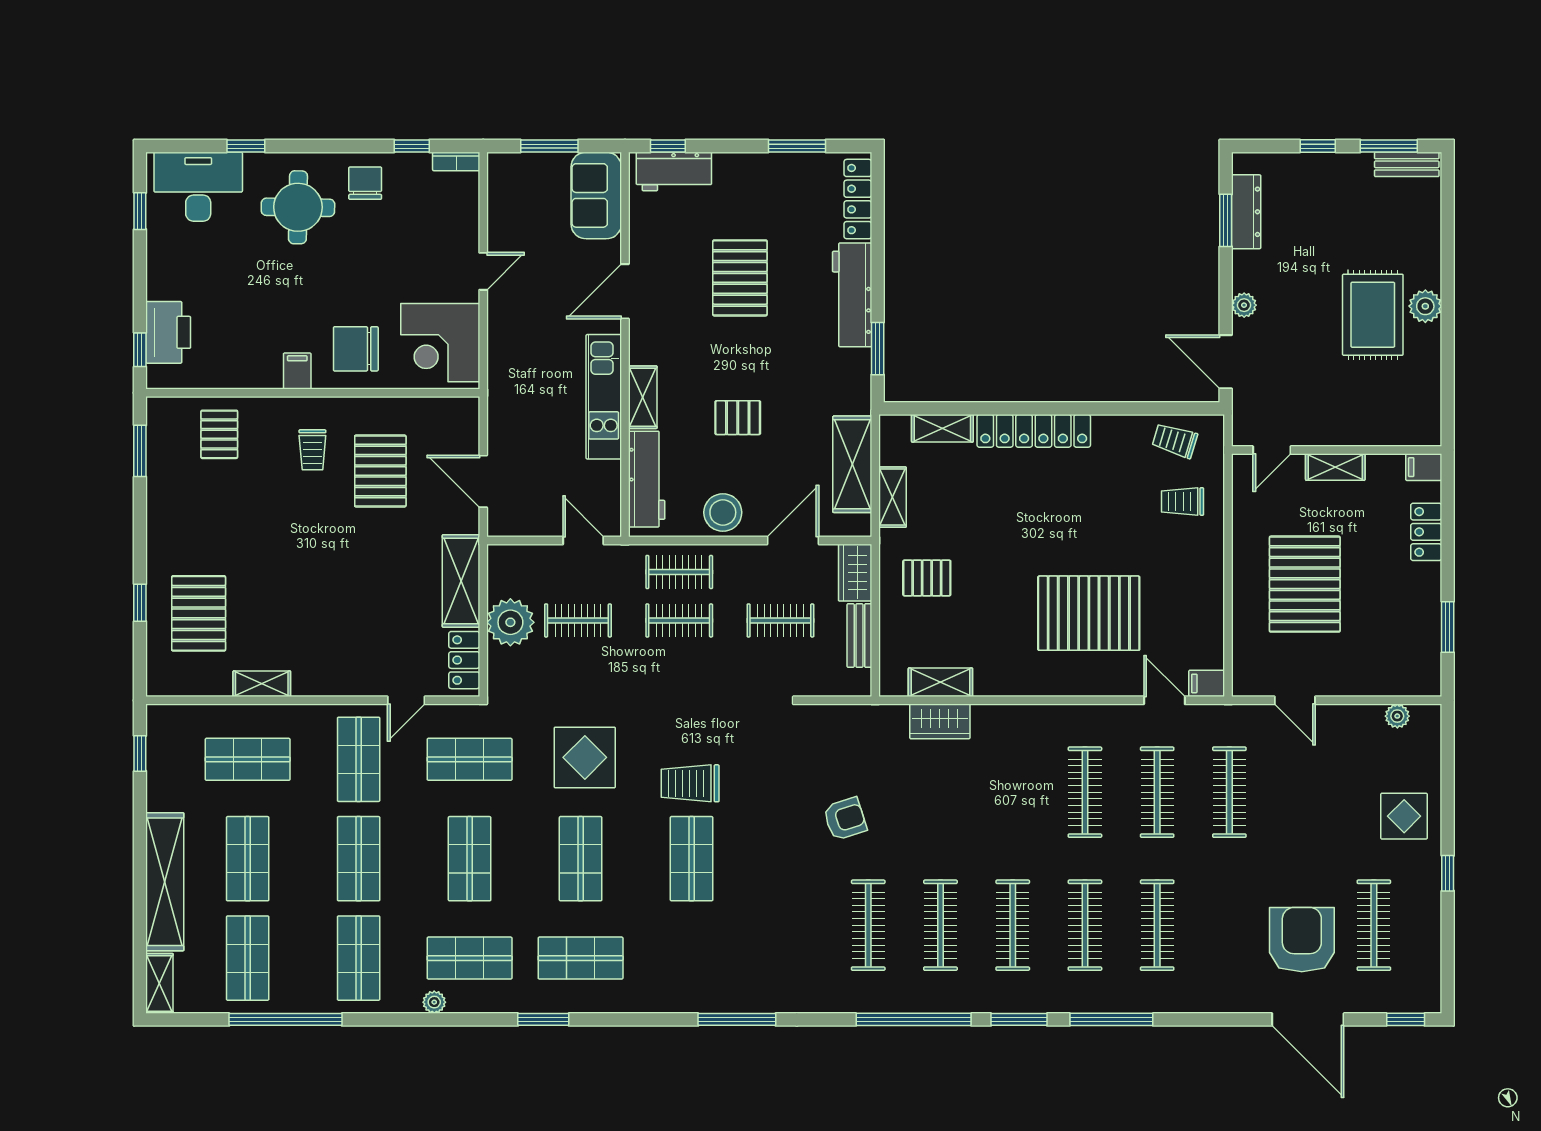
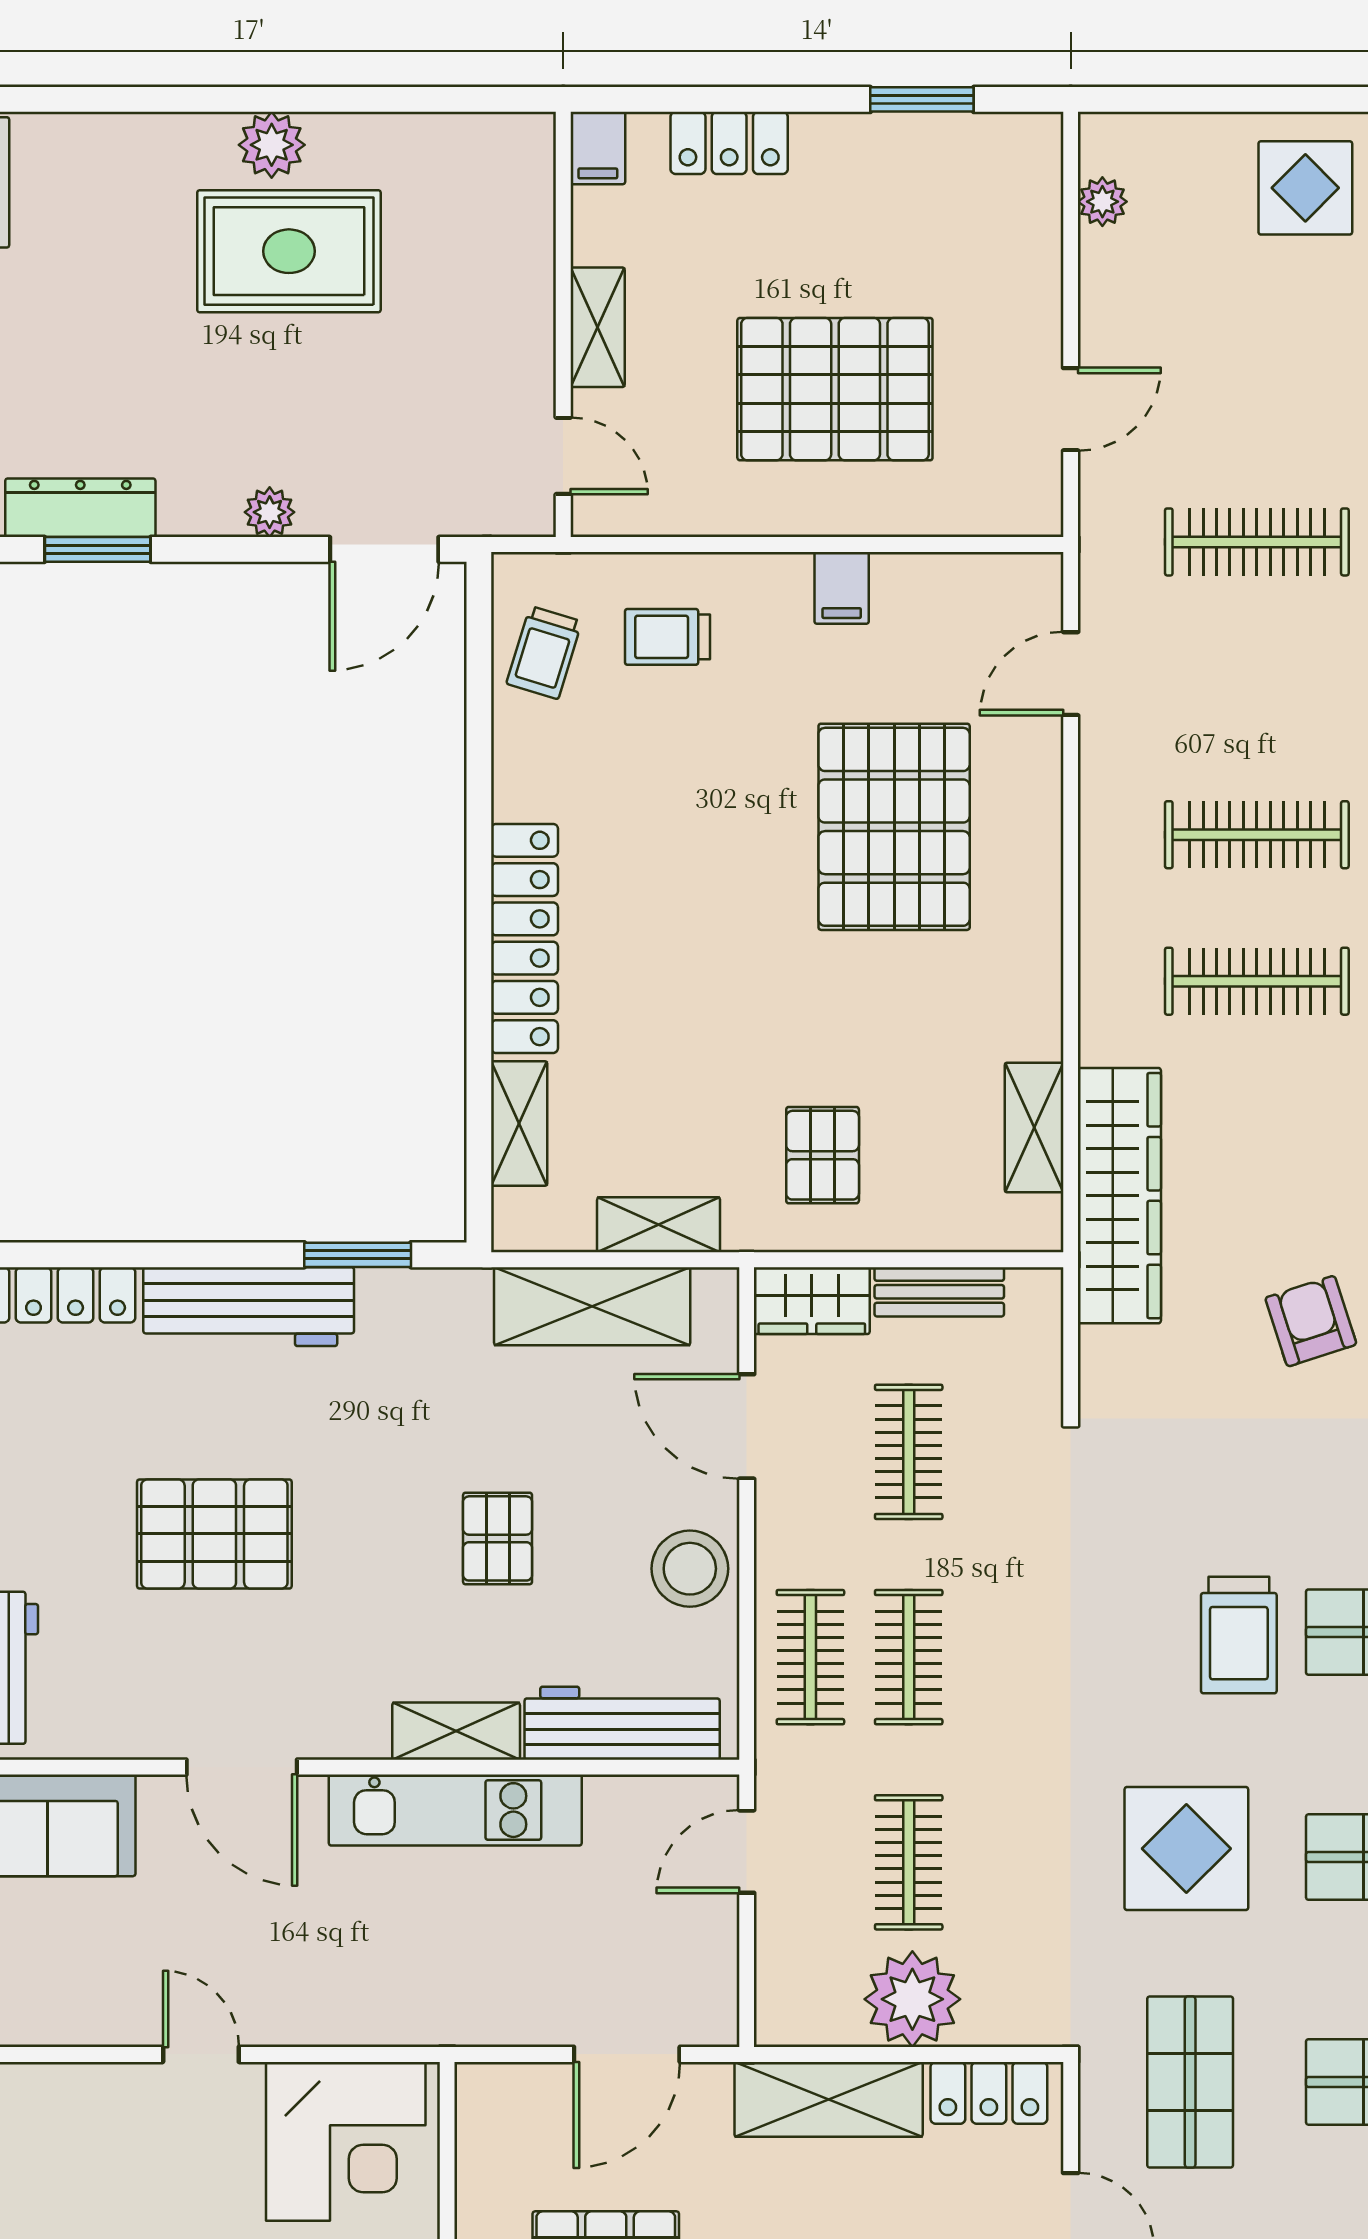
trolley: (1183, 501) -> (668, 637), turned 90
filing cabinet: (1207, 683) -> (842, 588), moved
wardrobe: (940, 721) -> (1119, 1196), width x2.10, depth x1.17
clothes rail: (1157, 792) -> (1257, 981), moved

